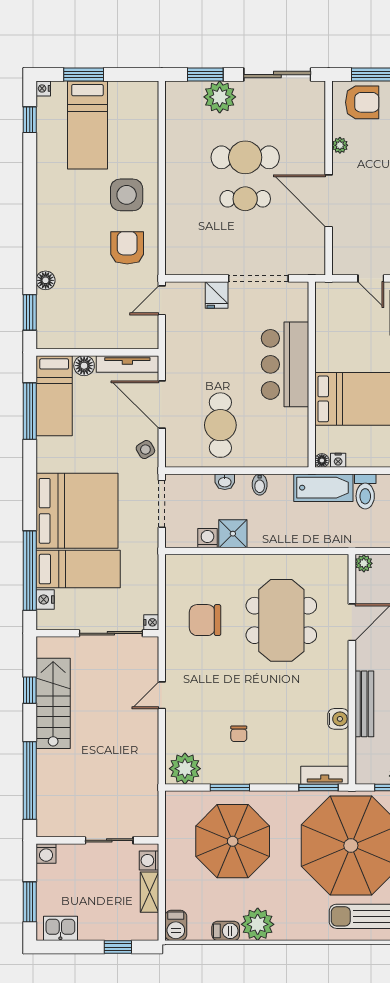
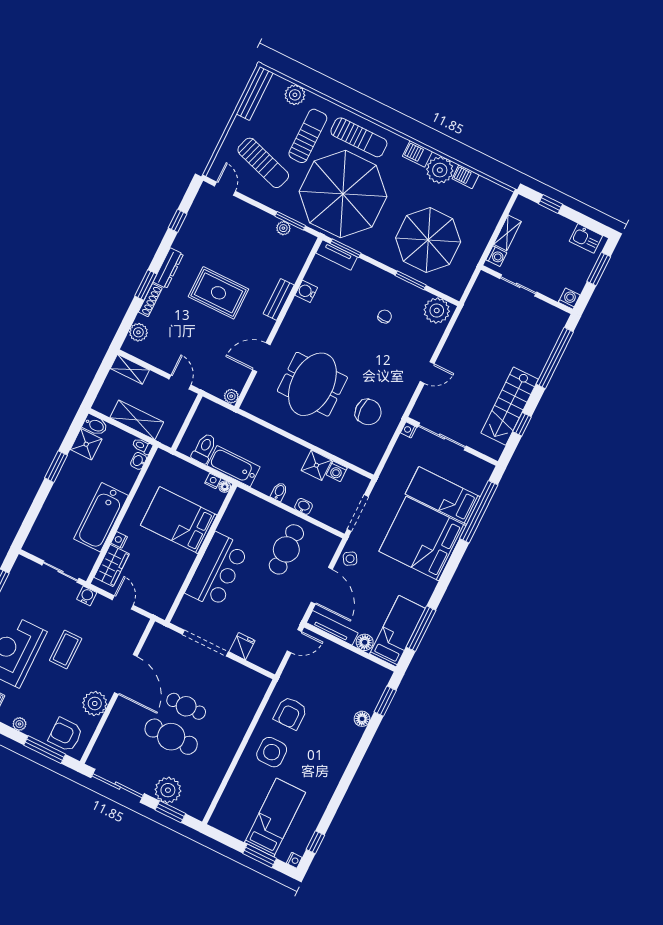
plant: (340, 145) -> (95, 703), width x1.88, depth x1.88
door: (162, 300) -> (294, 641), moved
nightstand: (45, 600) -> (478, 485), removed
bench: (364, 704) -> (279, 299), width x0.73
barbecue: (176, 925) -> (417, 154), moved, turned -90

